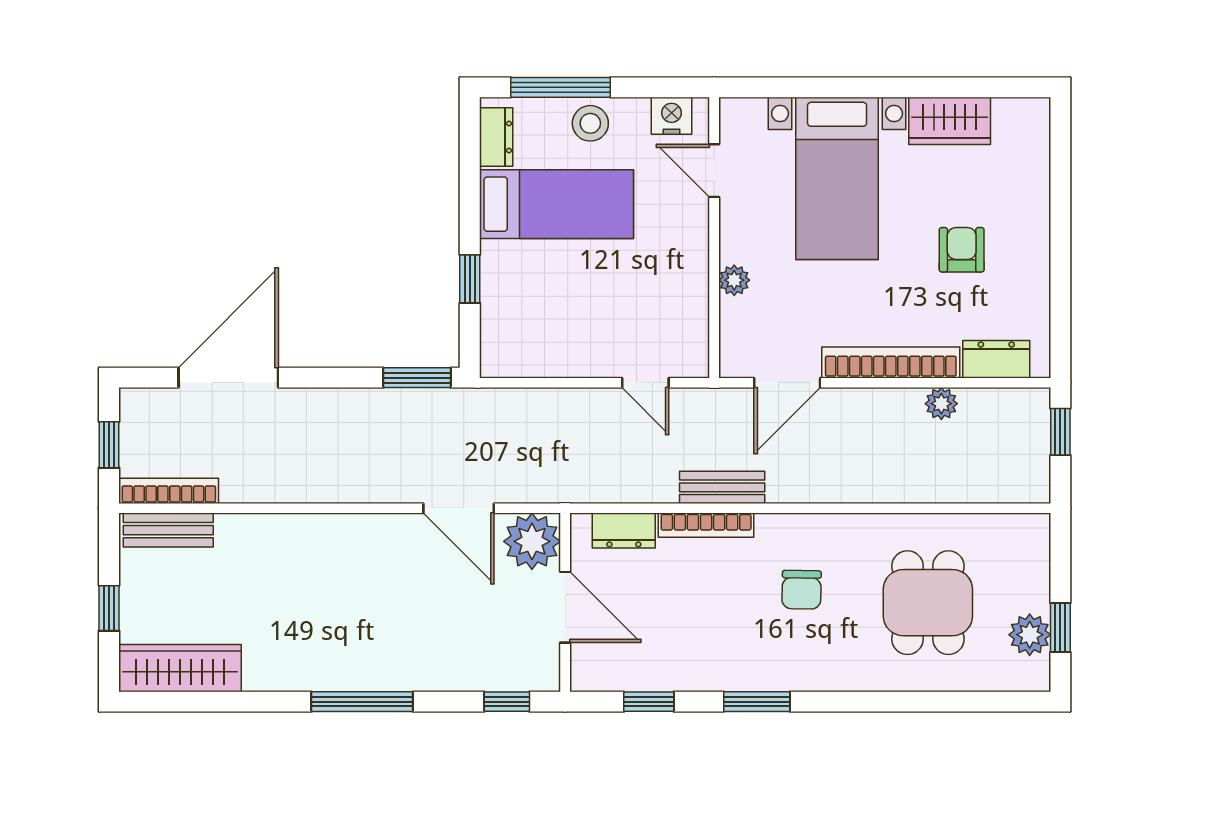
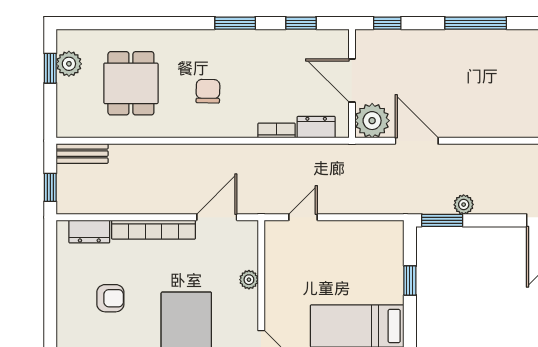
armchair: (962, 250) -> (110, 298), turned -90
door: (645, 383) -> (303, 217), hinge flipped
plant: (941, 404) -> (464, 205), moved
bench: (722, 487) -> (82, 154), moved
bookcase: (706, 525) -> (277, 130), width x0.64

